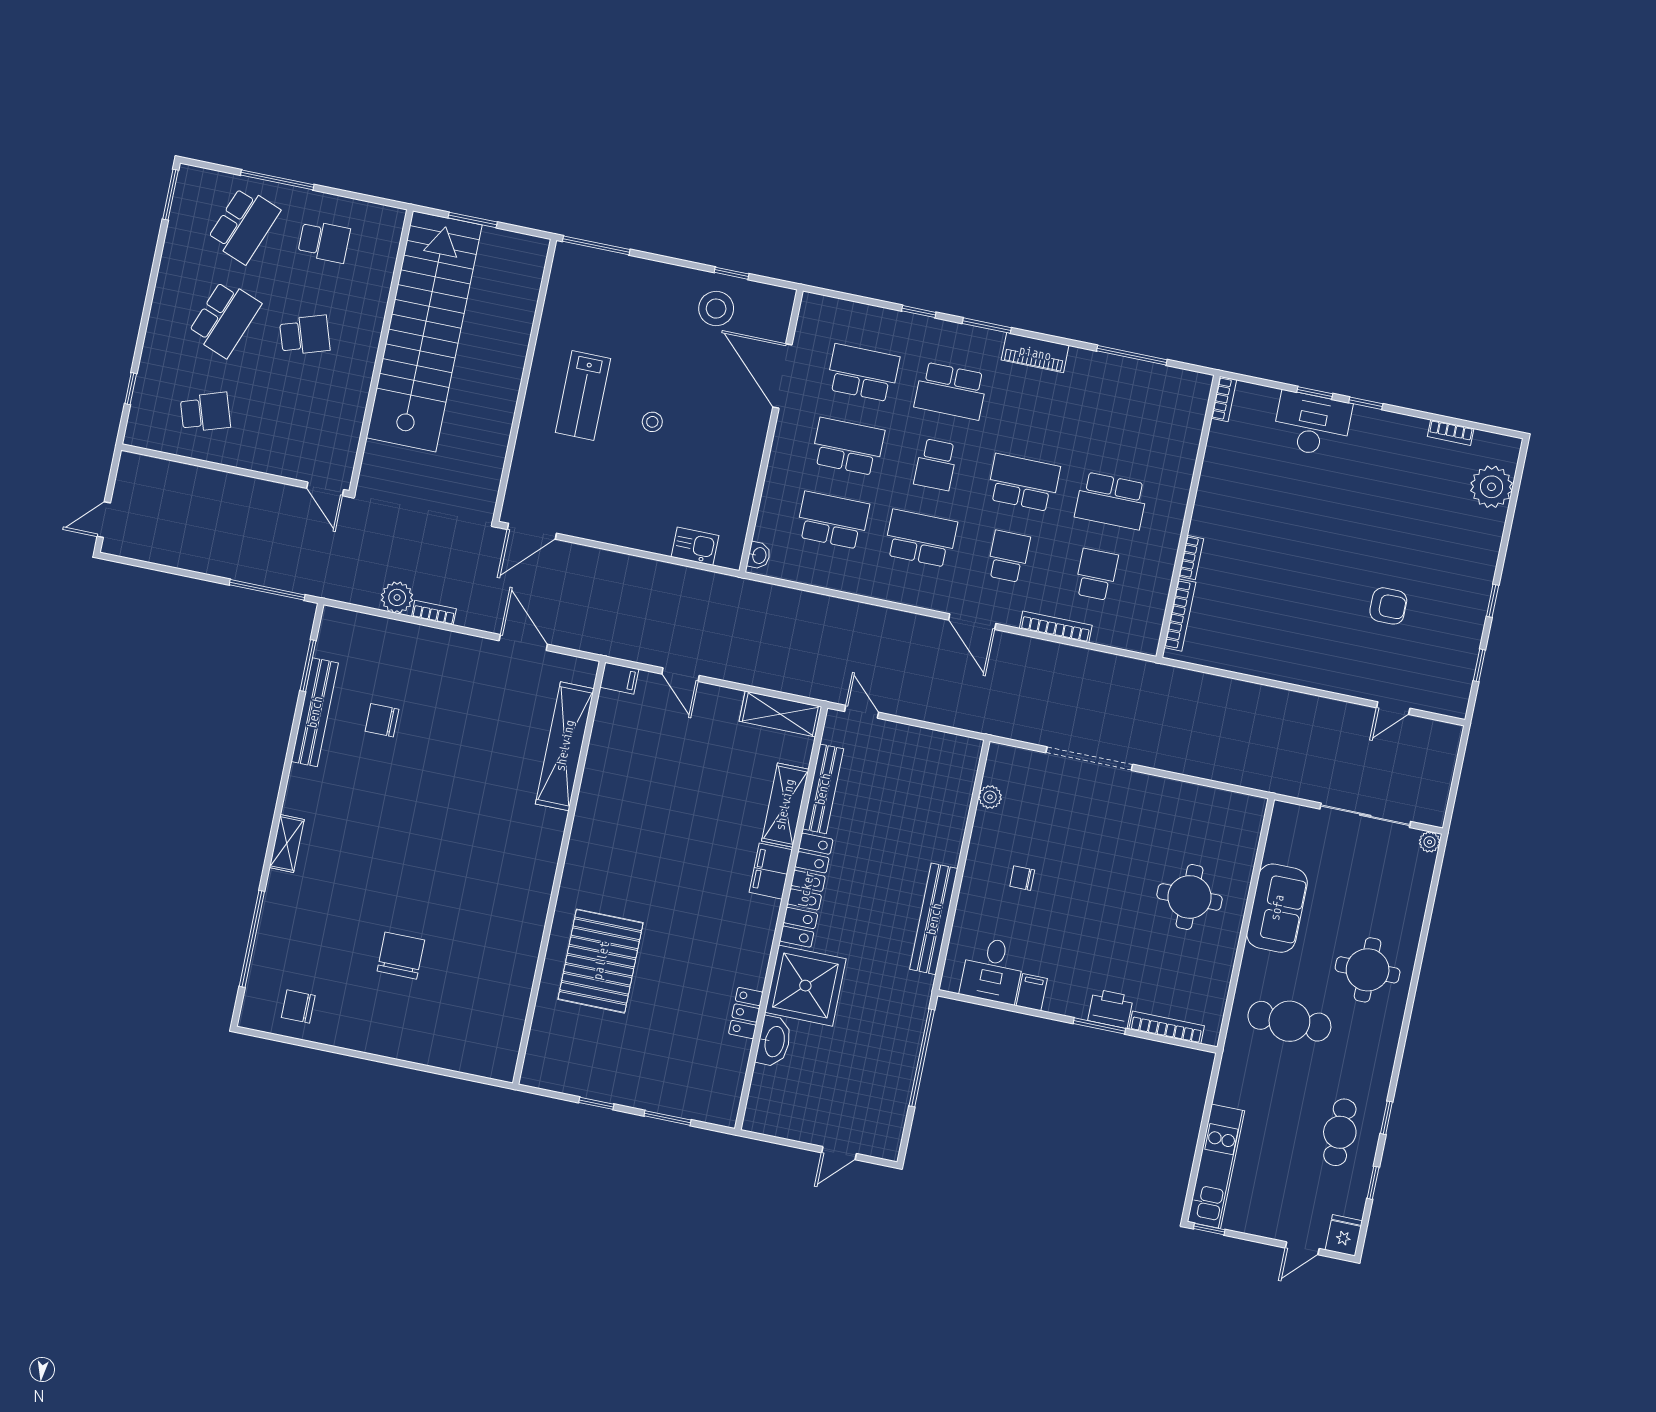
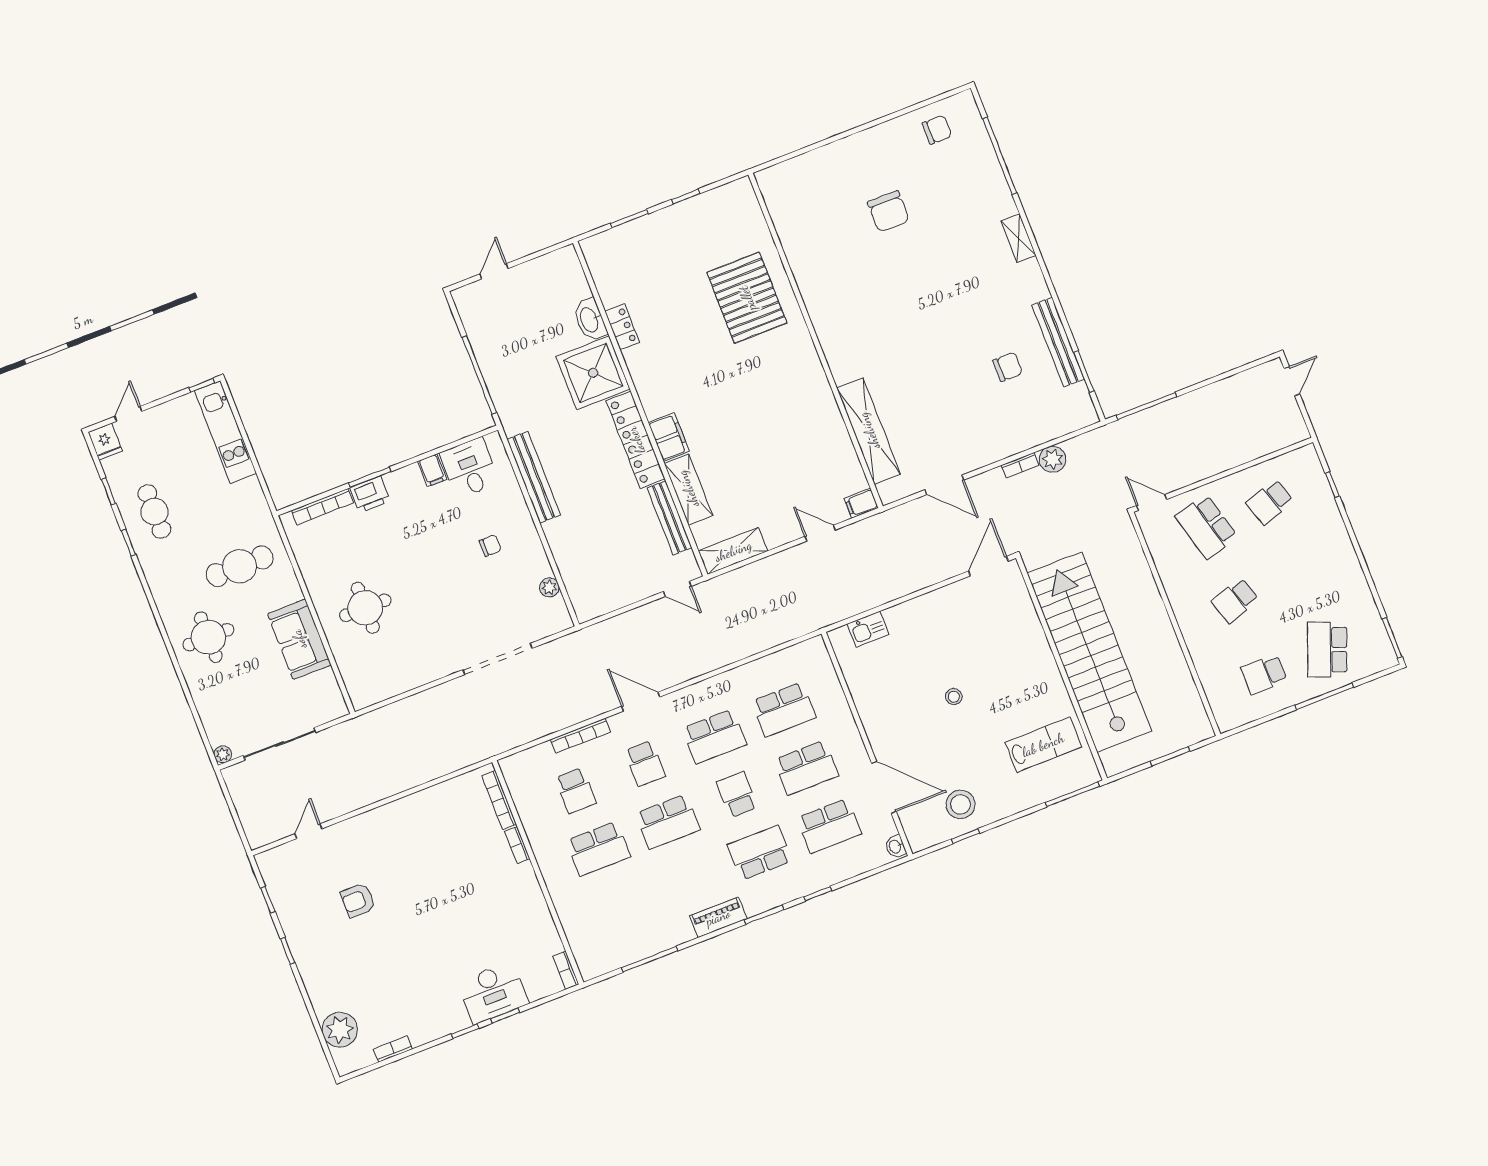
school desk: (225, 319) -> (1206, 527), moved, turned -36
stairs: (424, 331) -> (1089, 652), moved, turned 180
lab bench: (583, 395) -> (1043, 745), moved, turned 90
school desk: (1111, 501) -> (598, 849), turned 180
washbasin: (759, 555) -> (895, 846), moved

